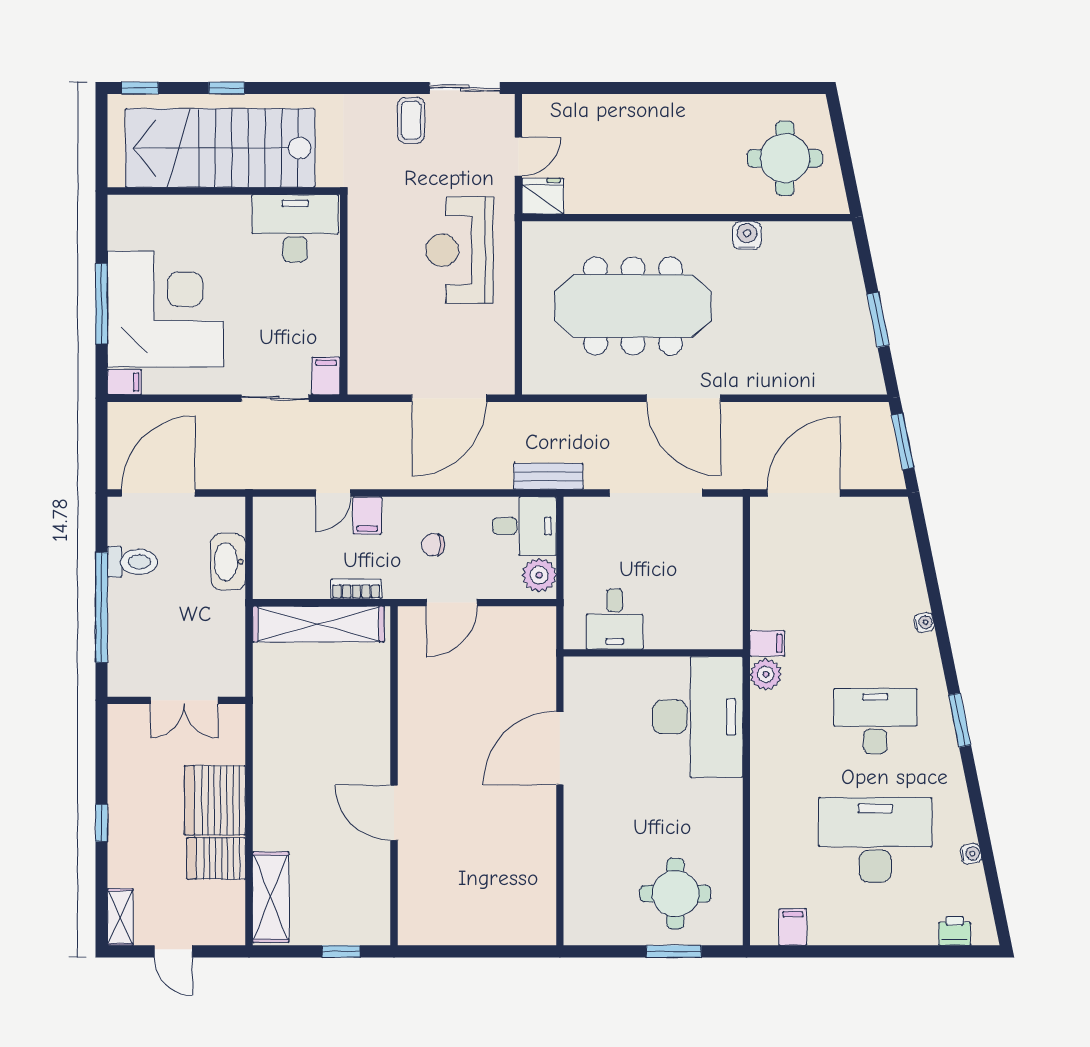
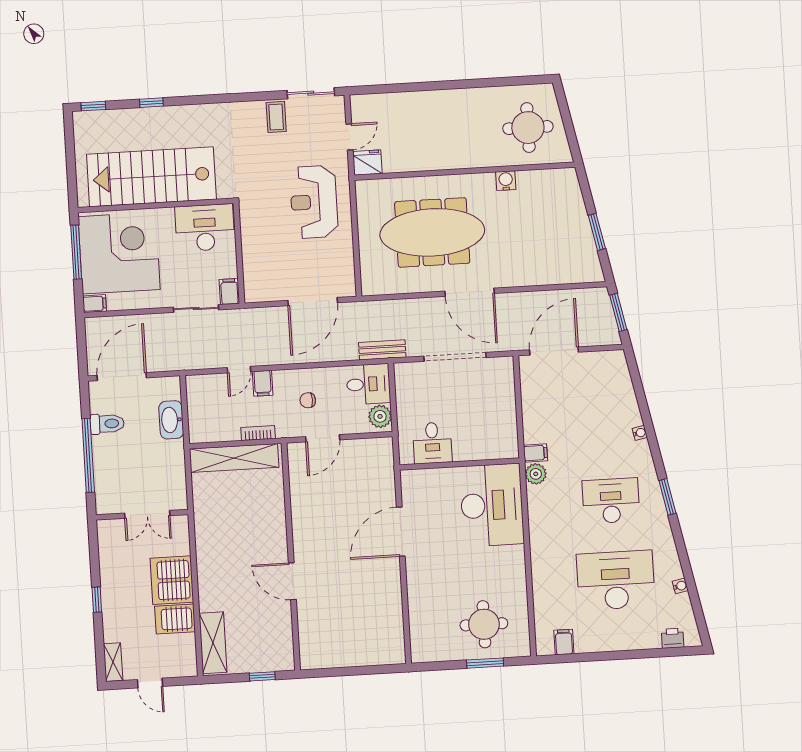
stairs: (220, 148) -> (151, 177), moved
wall: (224, 191) -> (156, 205), moved
desk: (295, 228) -> (205, 228), moved

